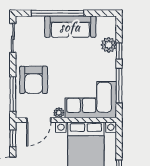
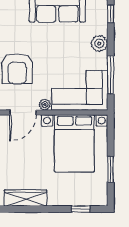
plant: (109, 45) -> (99, 43), moved
window: (119, 51) -> (111, 14), moved

